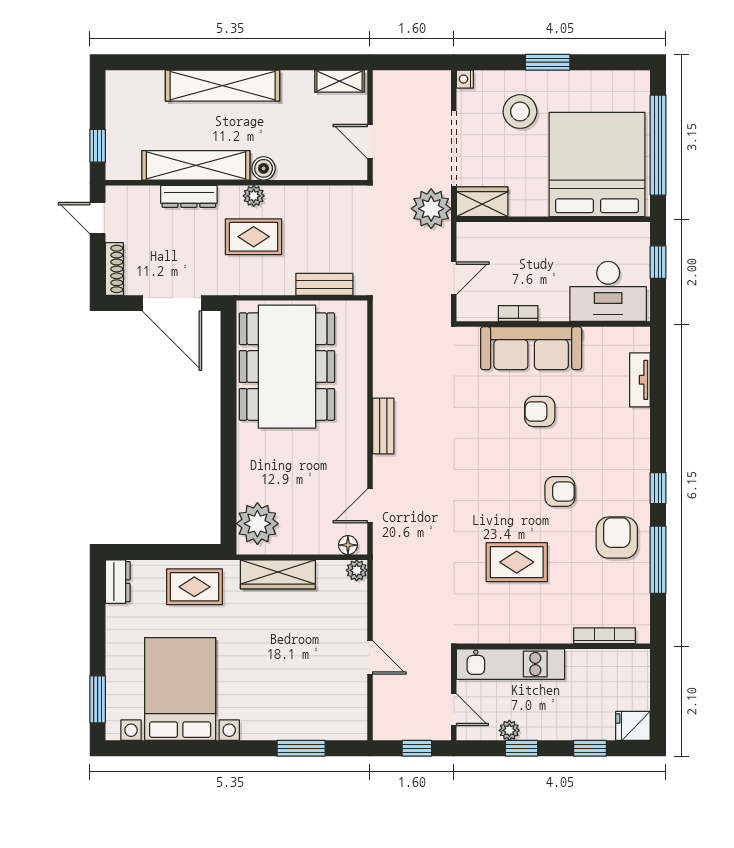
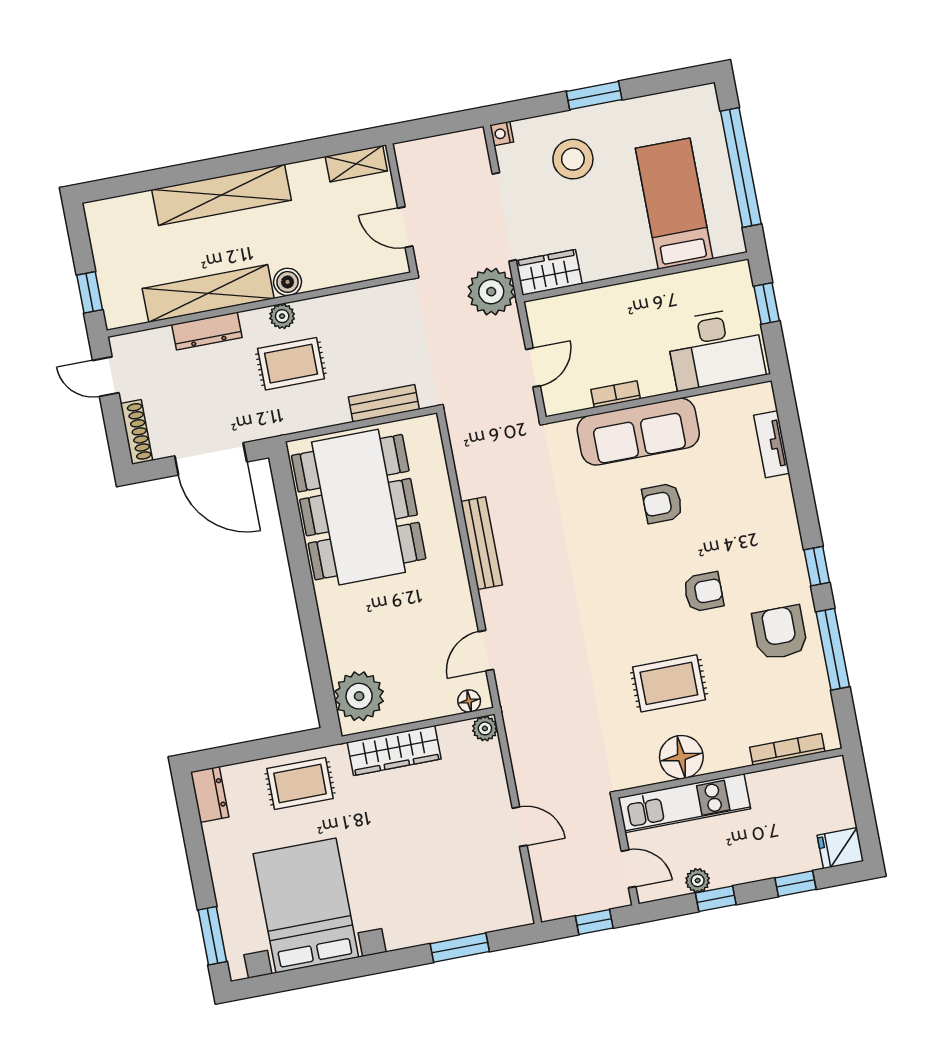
bed: (597, 165) -> (674, 204), width x0.49
bench: (383, 426) -> (481, 543), width x1.36
floor lamp: (515, 625) -> (681, 757), added

